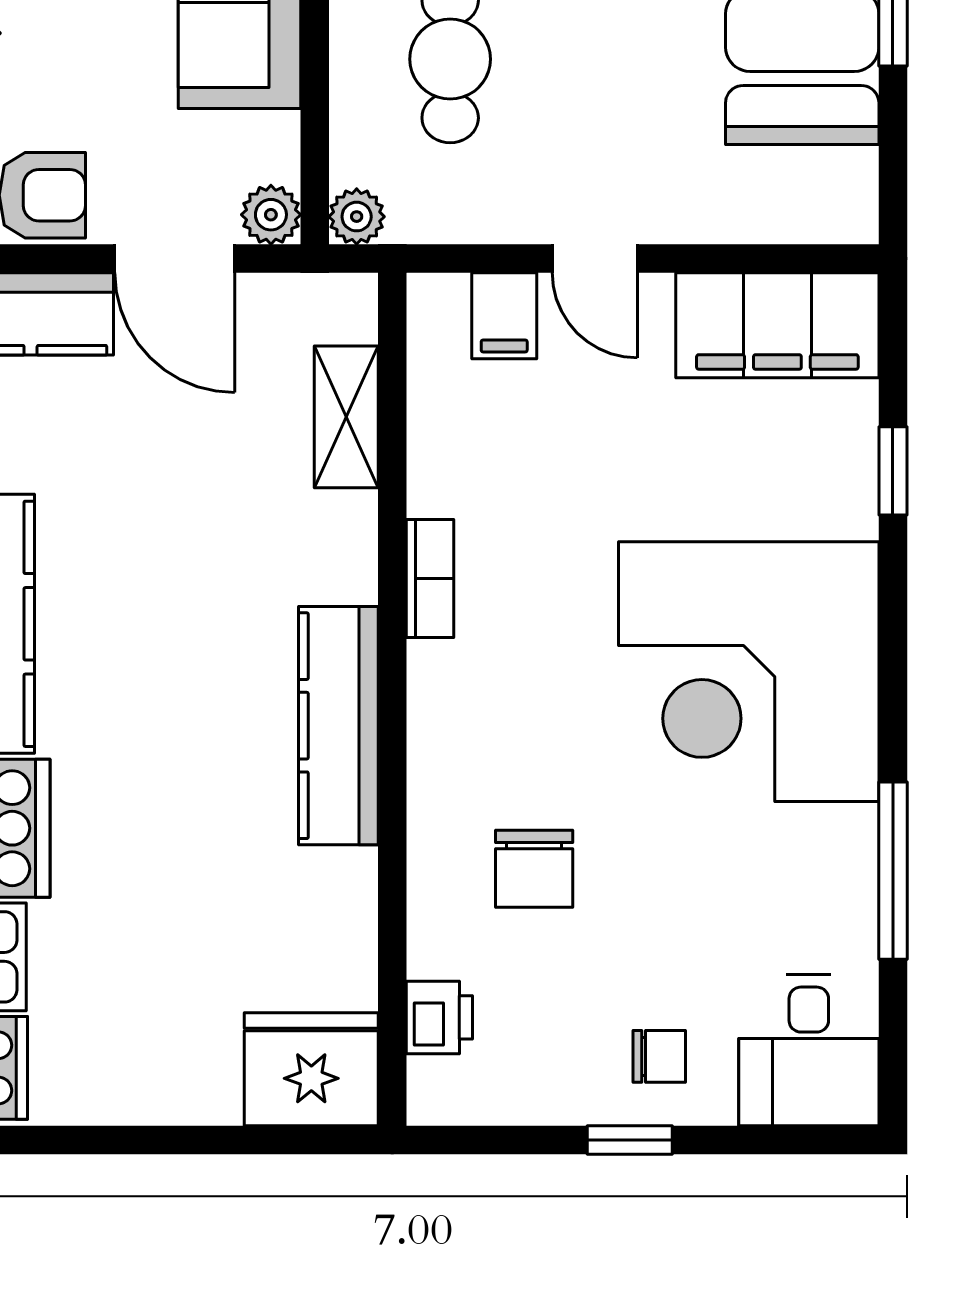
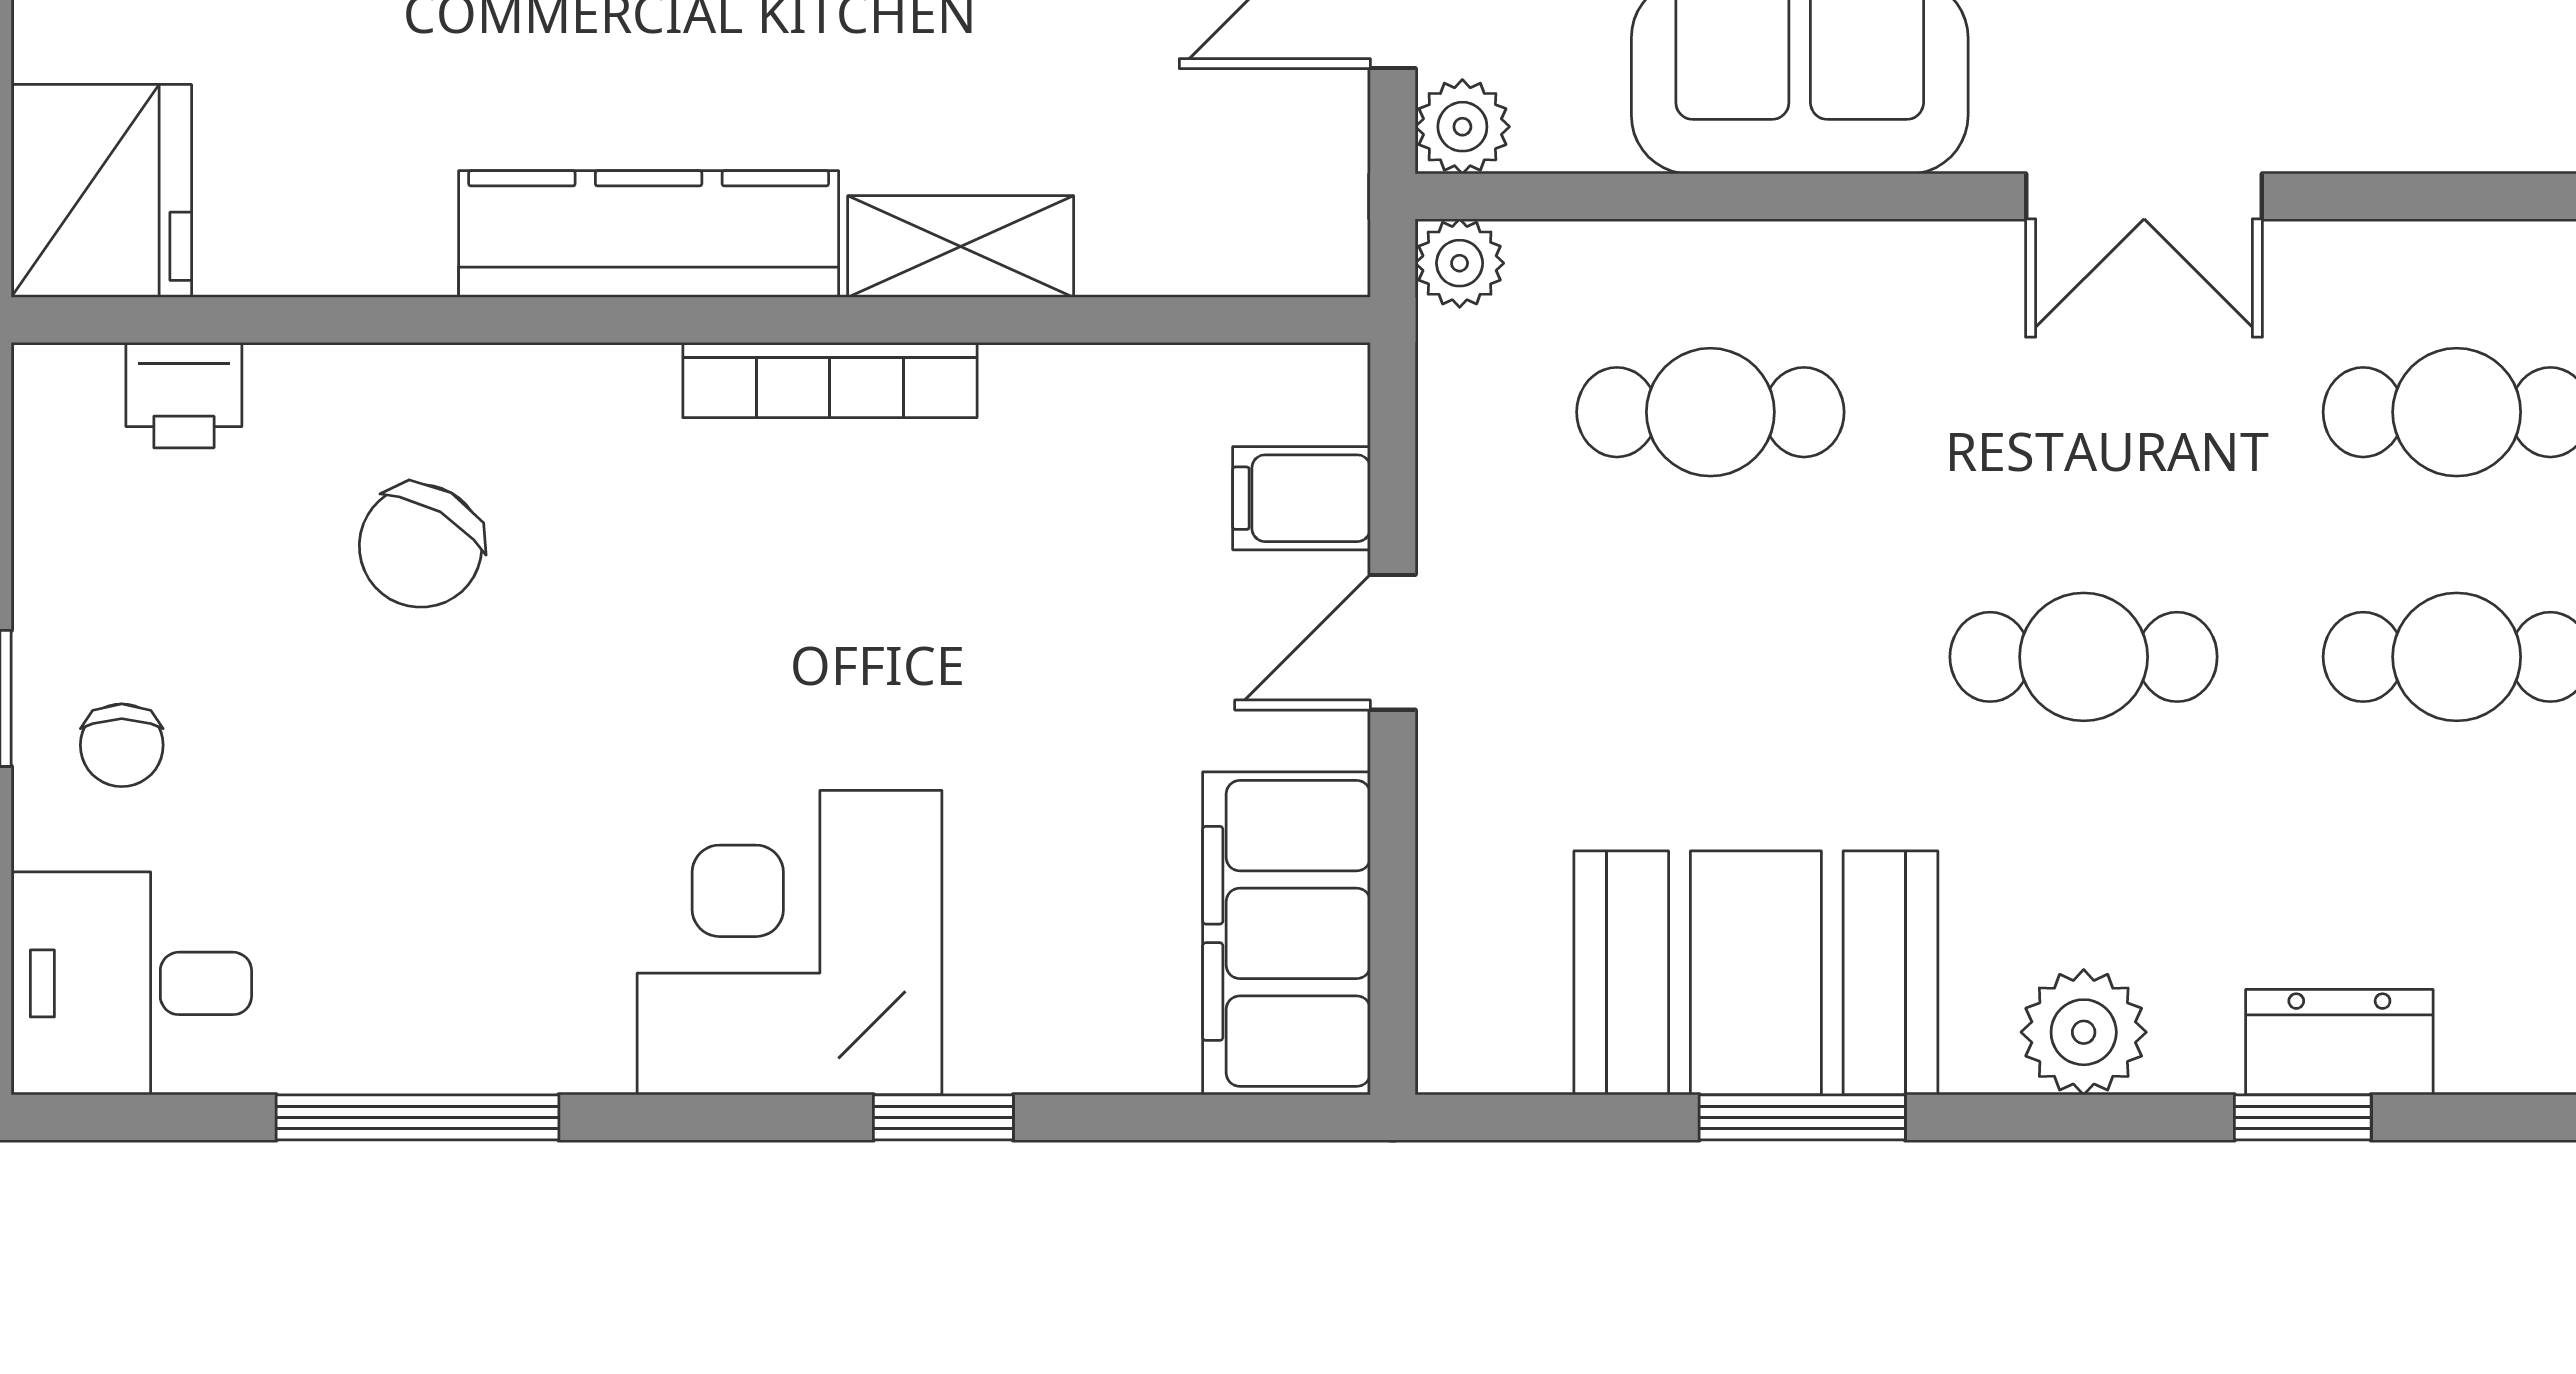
shelving: (346, 417) -> (961, 247), moved
window: (893, 471) -> (943, 1117), moved
bookcase: (430, 579) -> (830, 380), width x1.56
corner desk: (749, 672) -> (790, 943), width x0.74, depth x0.74
chair: (534, 869) -> (421, 546), turned -60

